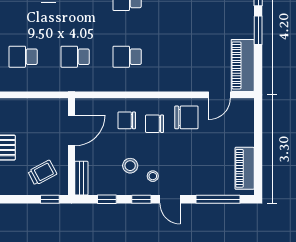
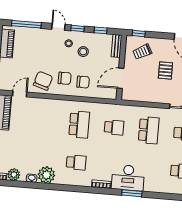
school desk: (23, 57) -> (149, 130), width x1.85
school desk: (127, 57) -> (79, 125), width x1.85
chair: (186, 117) -> (43, 81), turned 107

